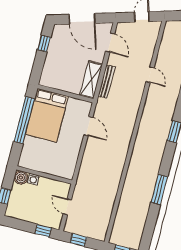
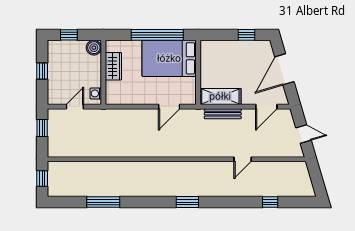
wardrobe: (41, 165) -> (113, 66), added
washing machine: (33, 179) -> (96, 93), moved
window: (159, 189) -> (103, 202), moved
window: (43, 231) -> (42, 71), moved

